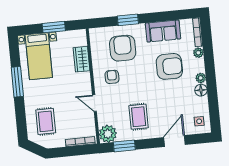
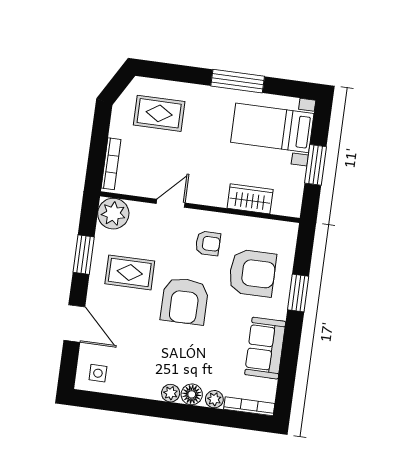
armchair: (169, 66) -> (185, 301), moved
floor lamp: (201, 90) -> (192, 394), moved
window: (124, 146) -> (84, 255), moved

